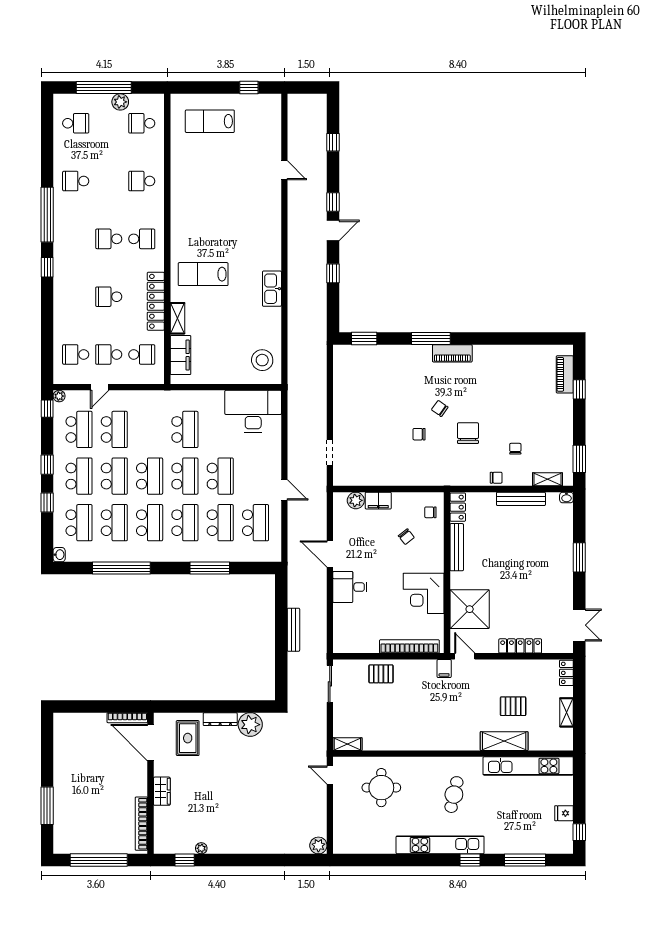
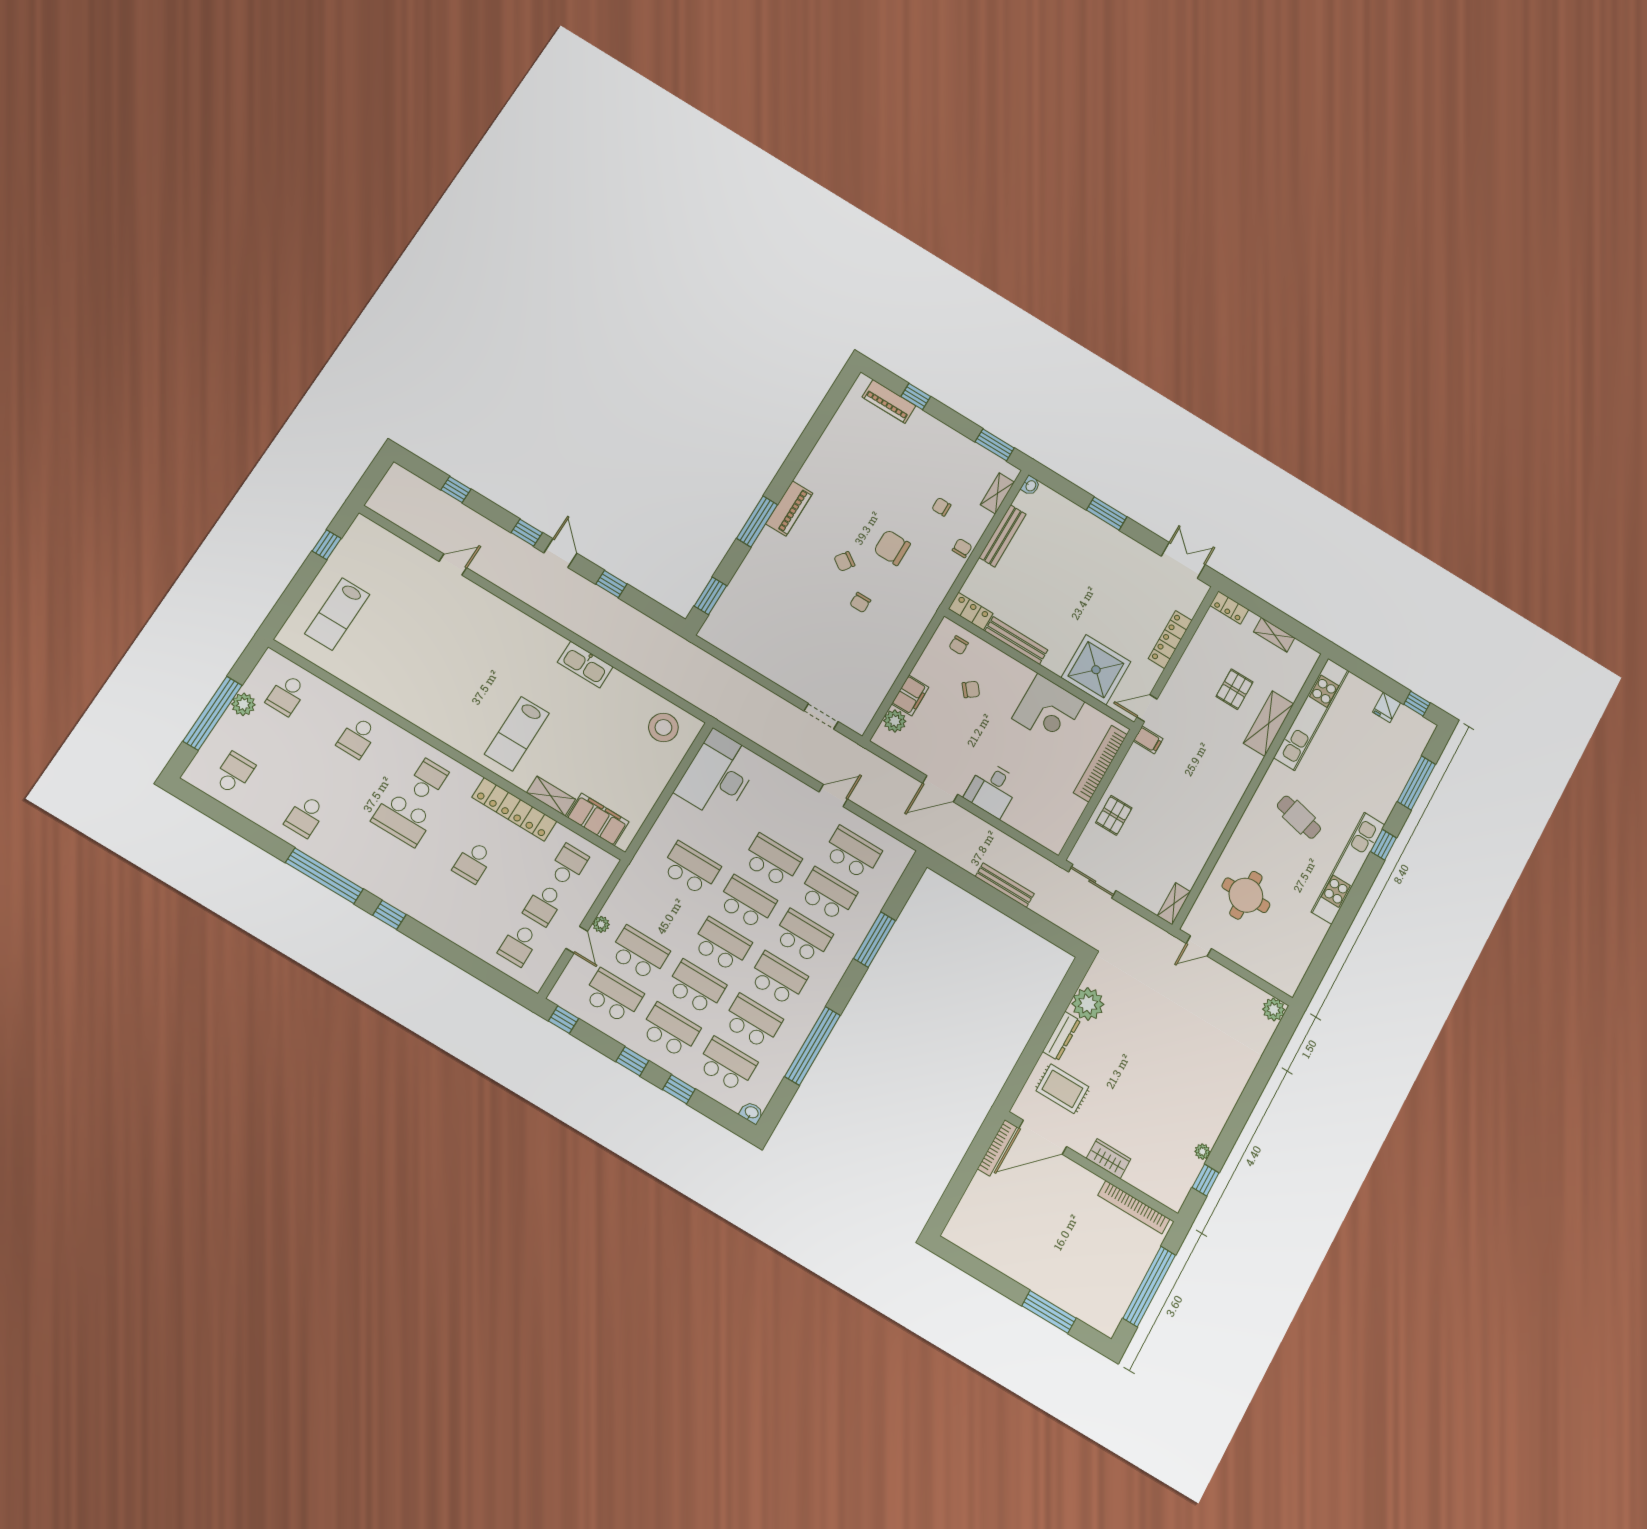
school desk: (109, 239) -> (402, 819), width x1.85
plant: (59, 396) -> (601, 924), moved

